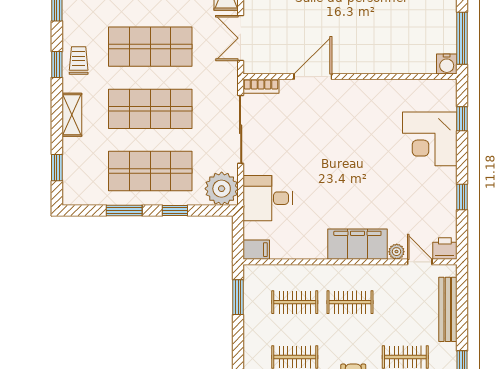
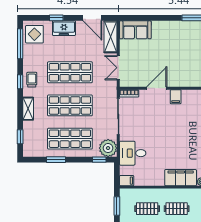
filing cabinet: (348, 92) -> (176, 97), added
window: (175, 210) -> (99, 160), moved

